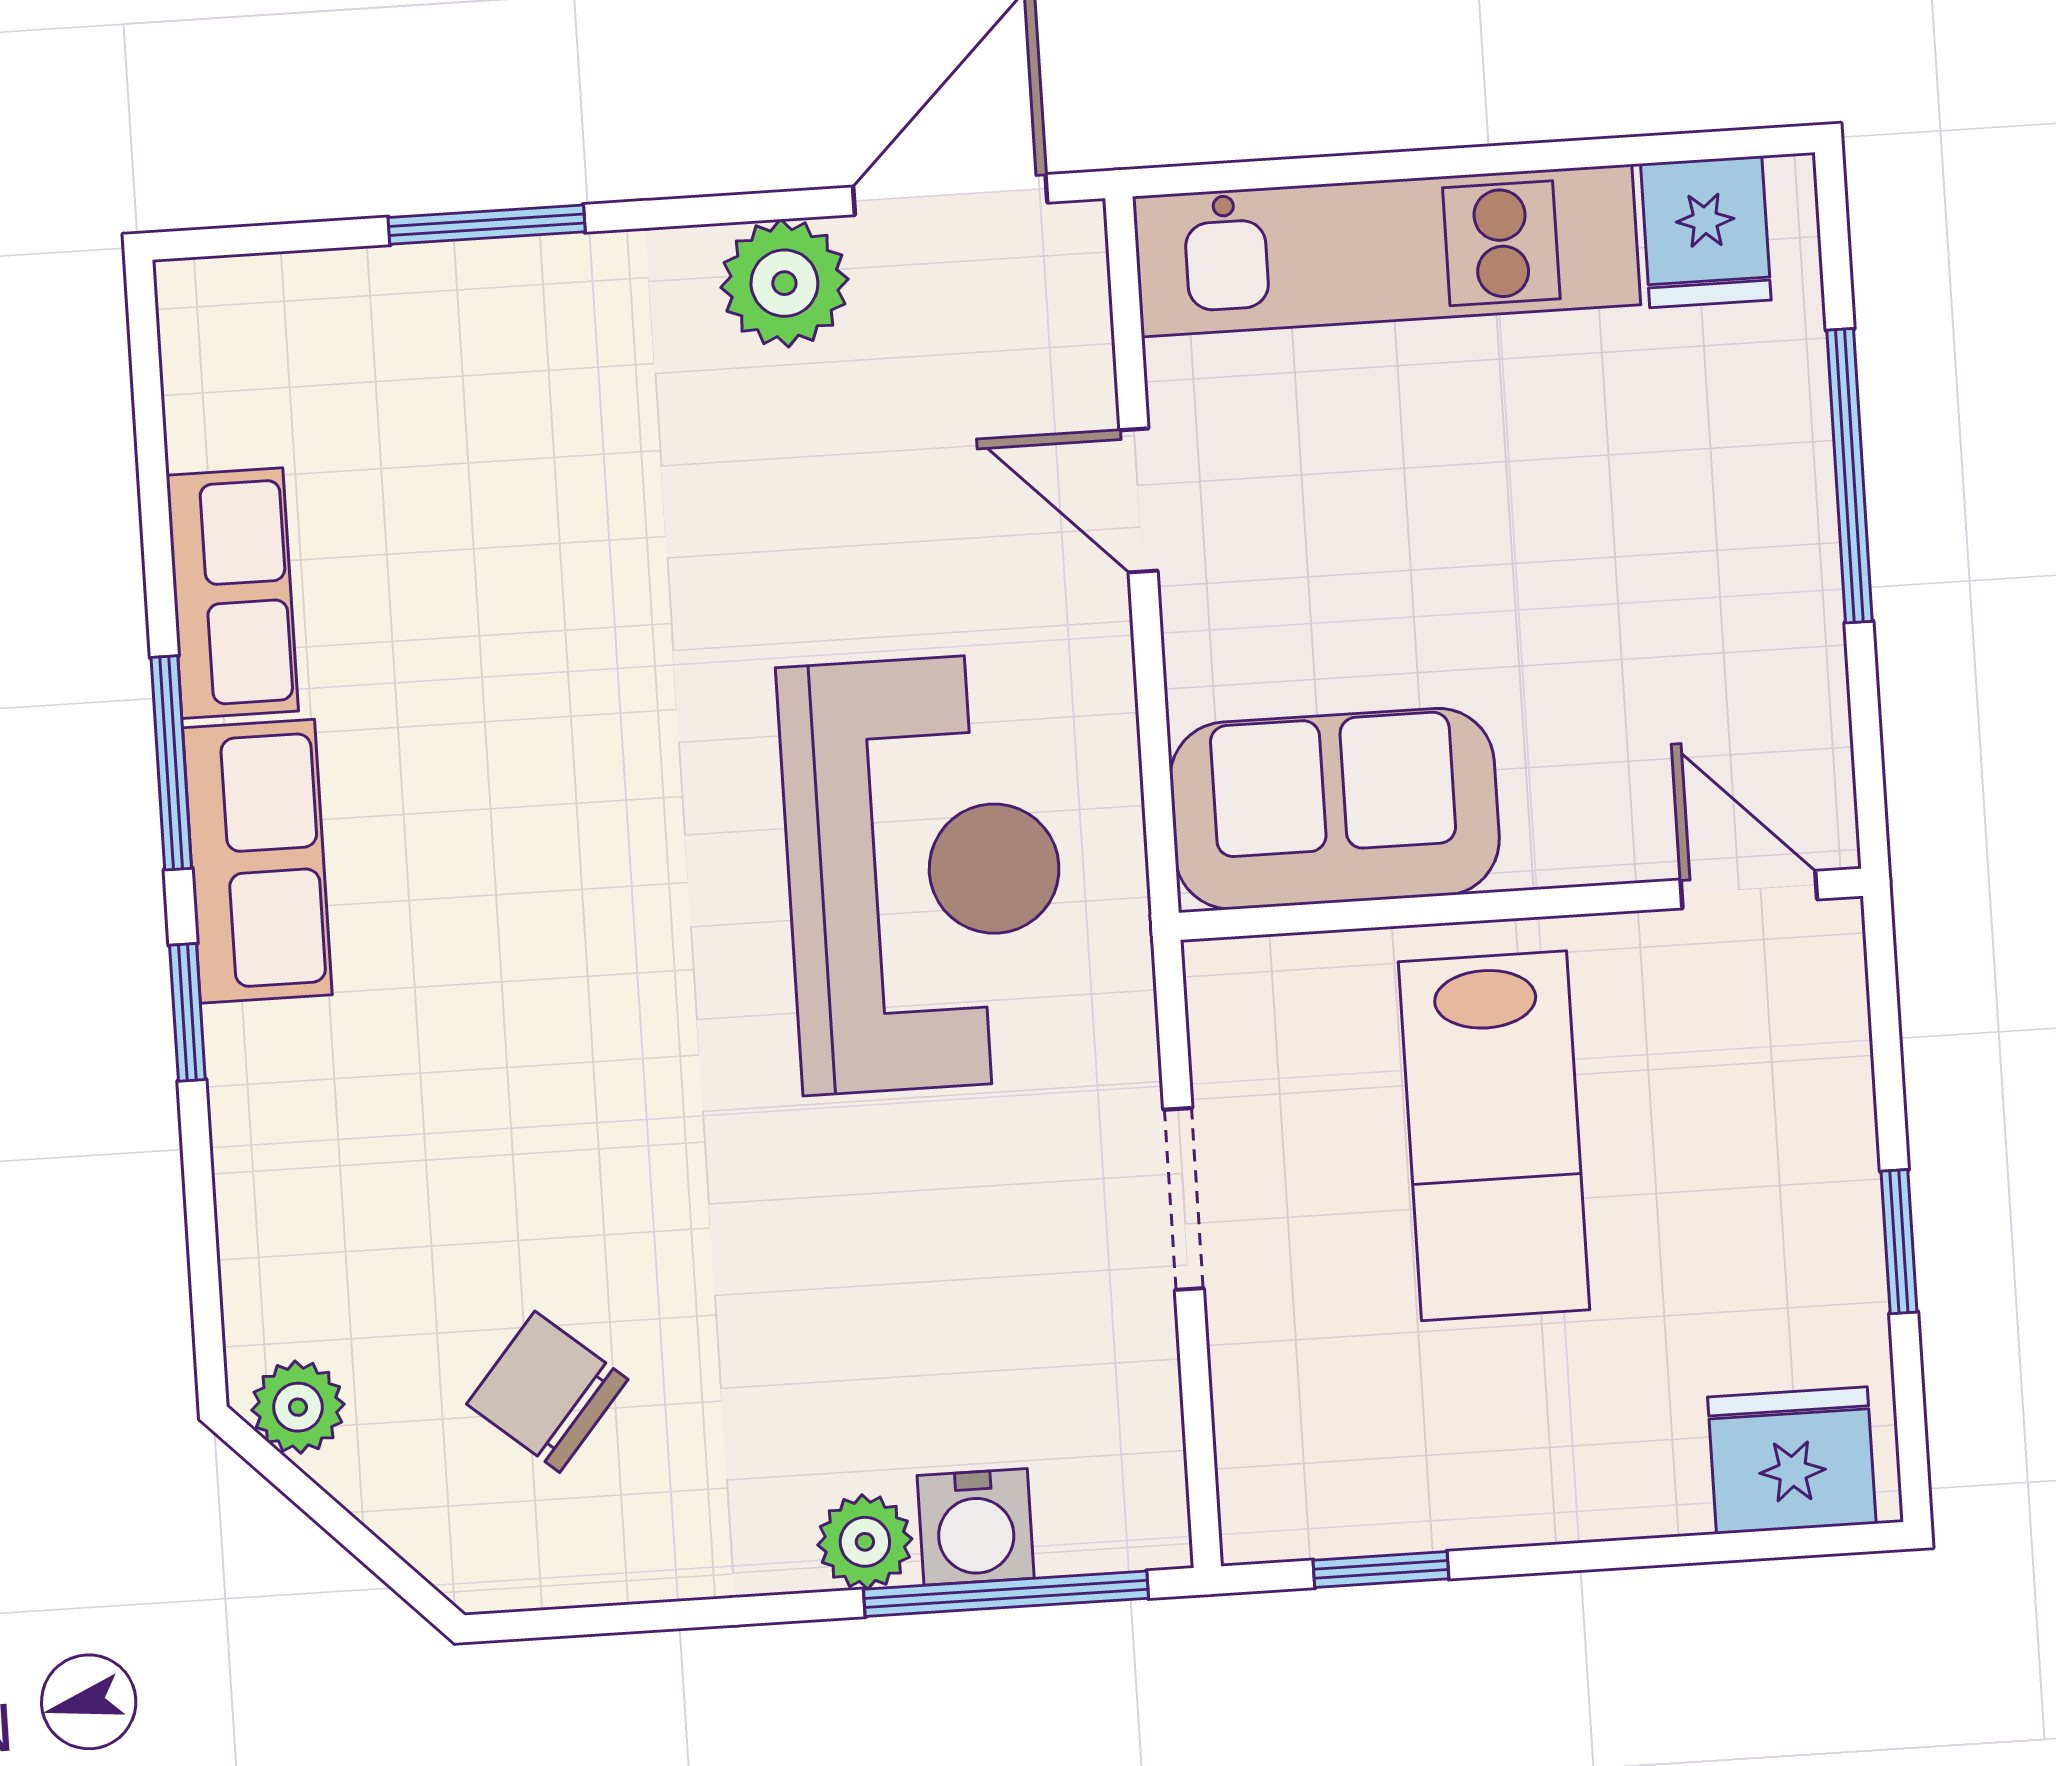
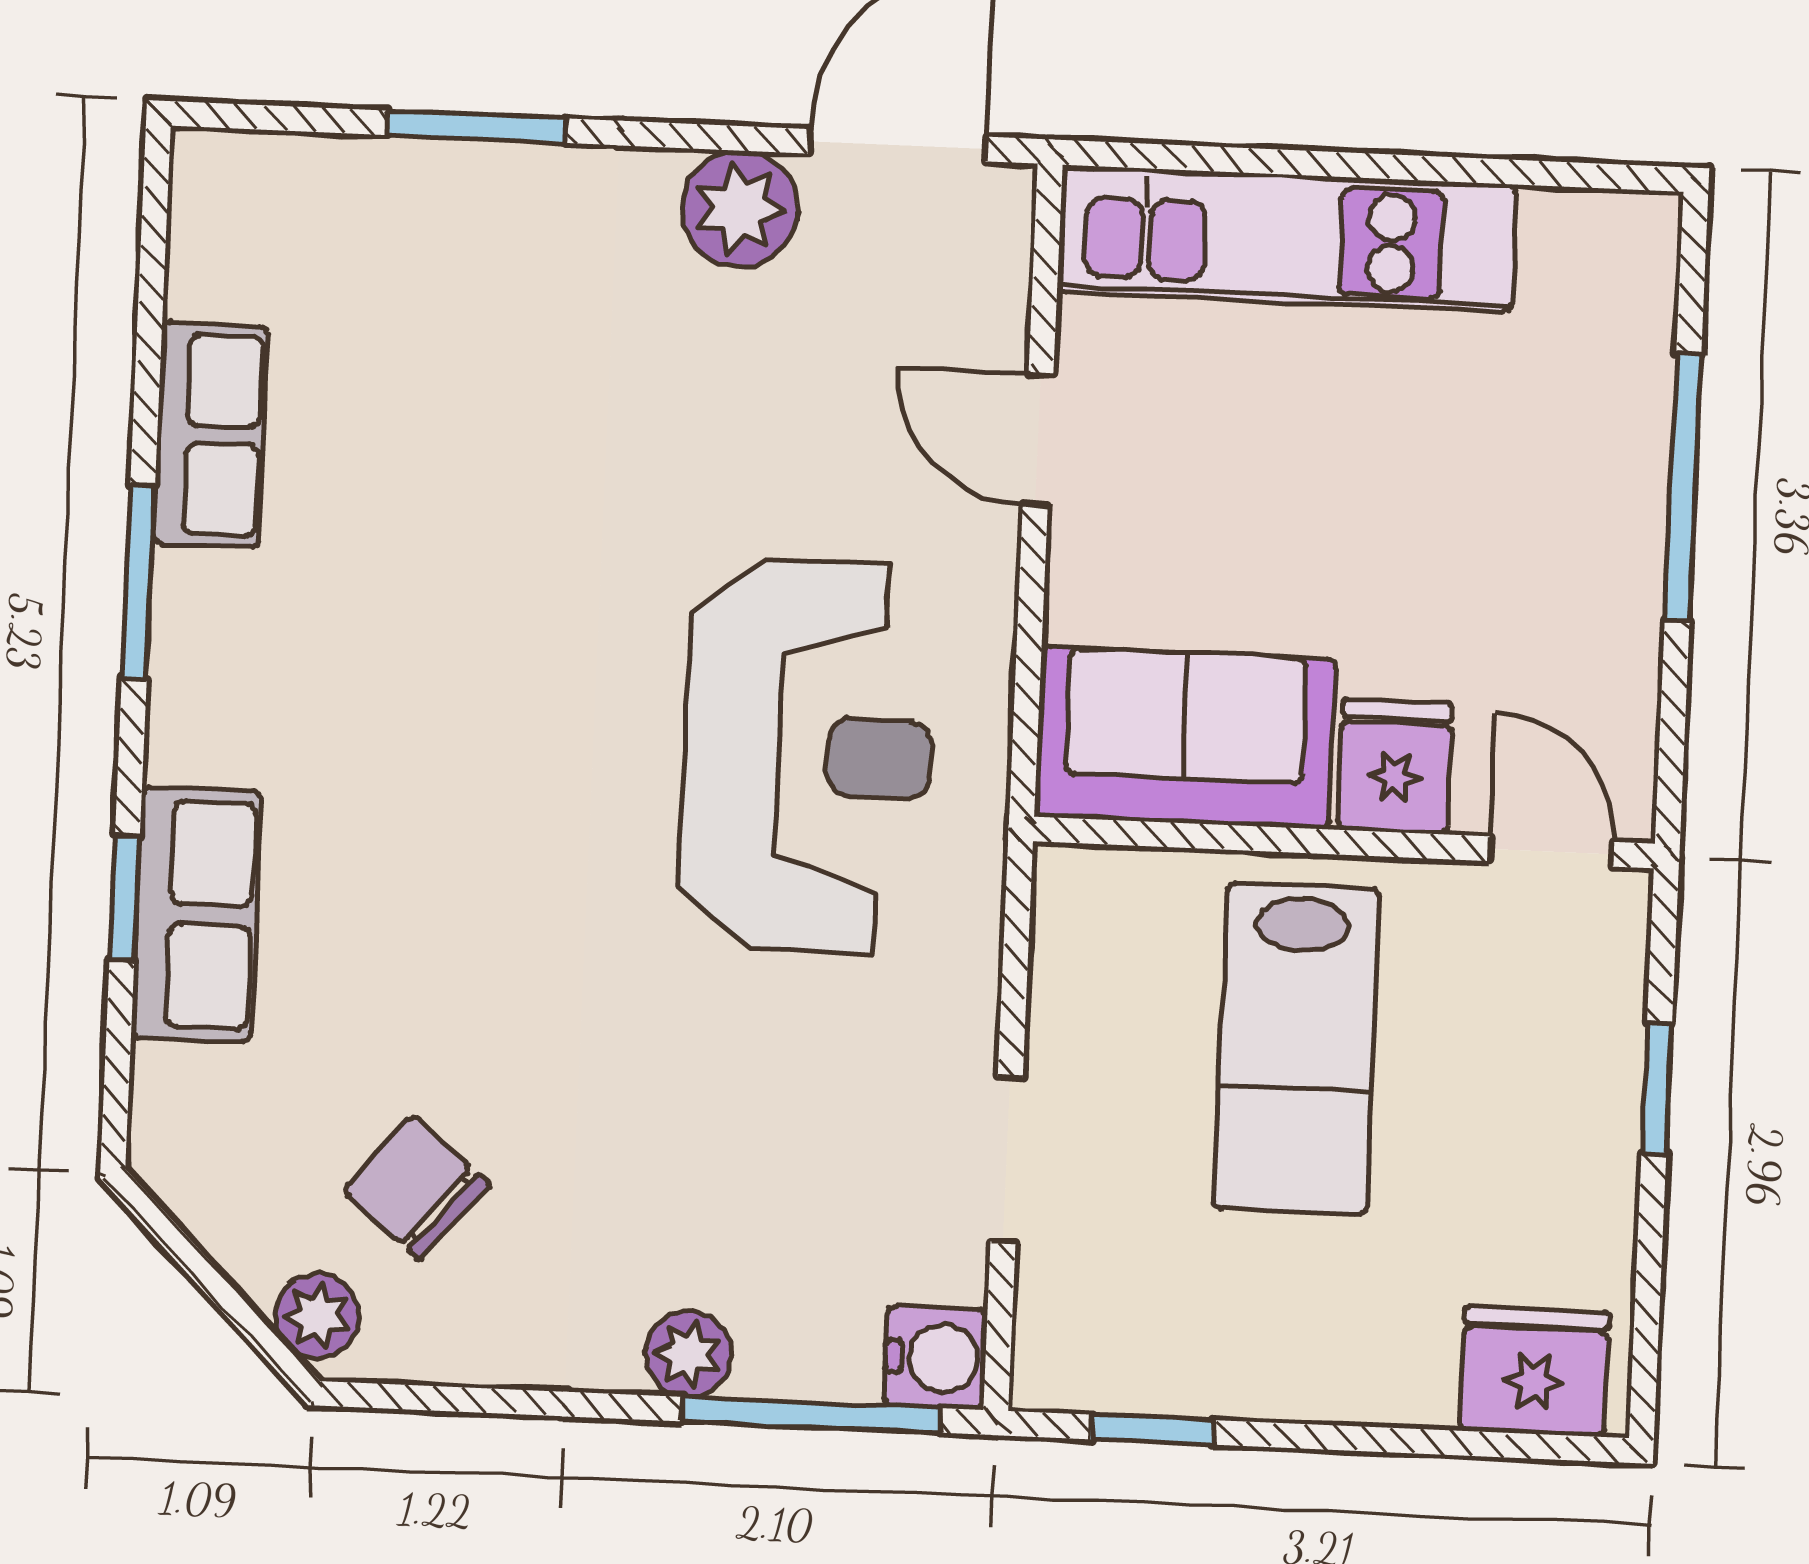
fridge: (1706, 232) -> (1395, 767), moved, turned 180
row of seats: (257, 861) -> (196, 914), moved
window: (187, 1012) -> (125, 898), moved
doorway: (1184, 1199) -> (1007, 1159), moved
window: (1899, 1242) -> (1657, 1088), moved
plant: (298, 1407) -> (317, 1316), moved
water cooler: (976, 1527) -> (936, 1358), moved, turned -90

